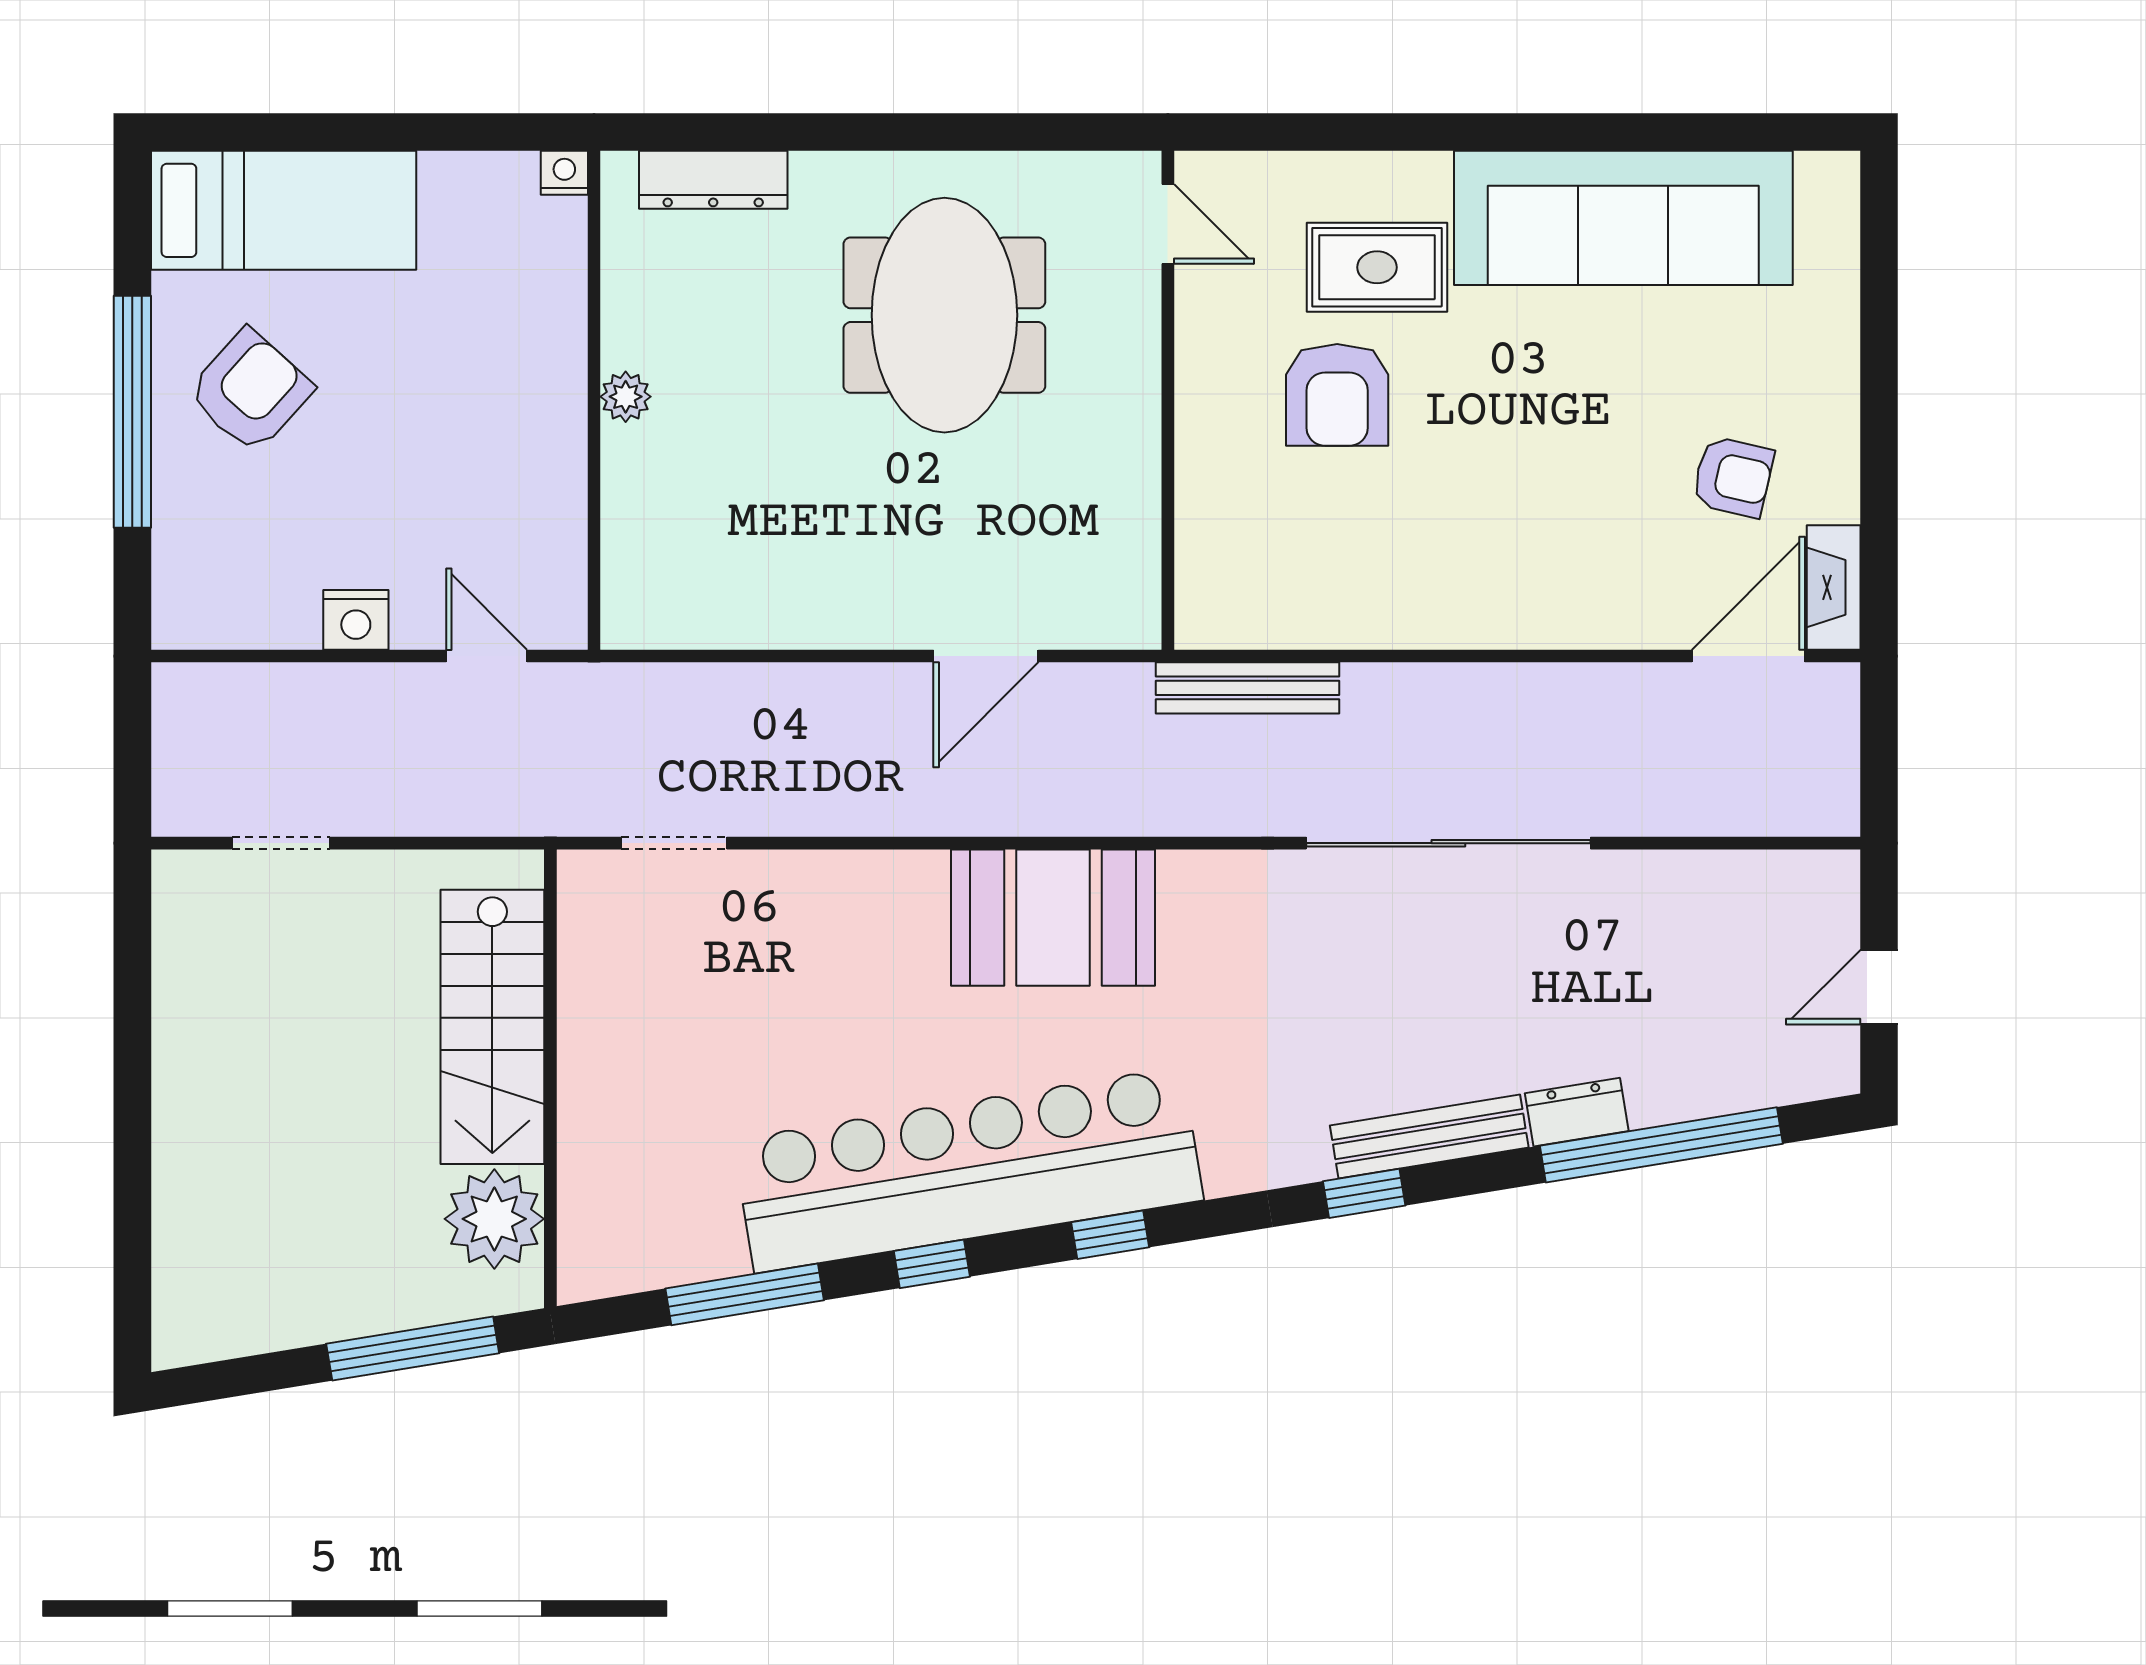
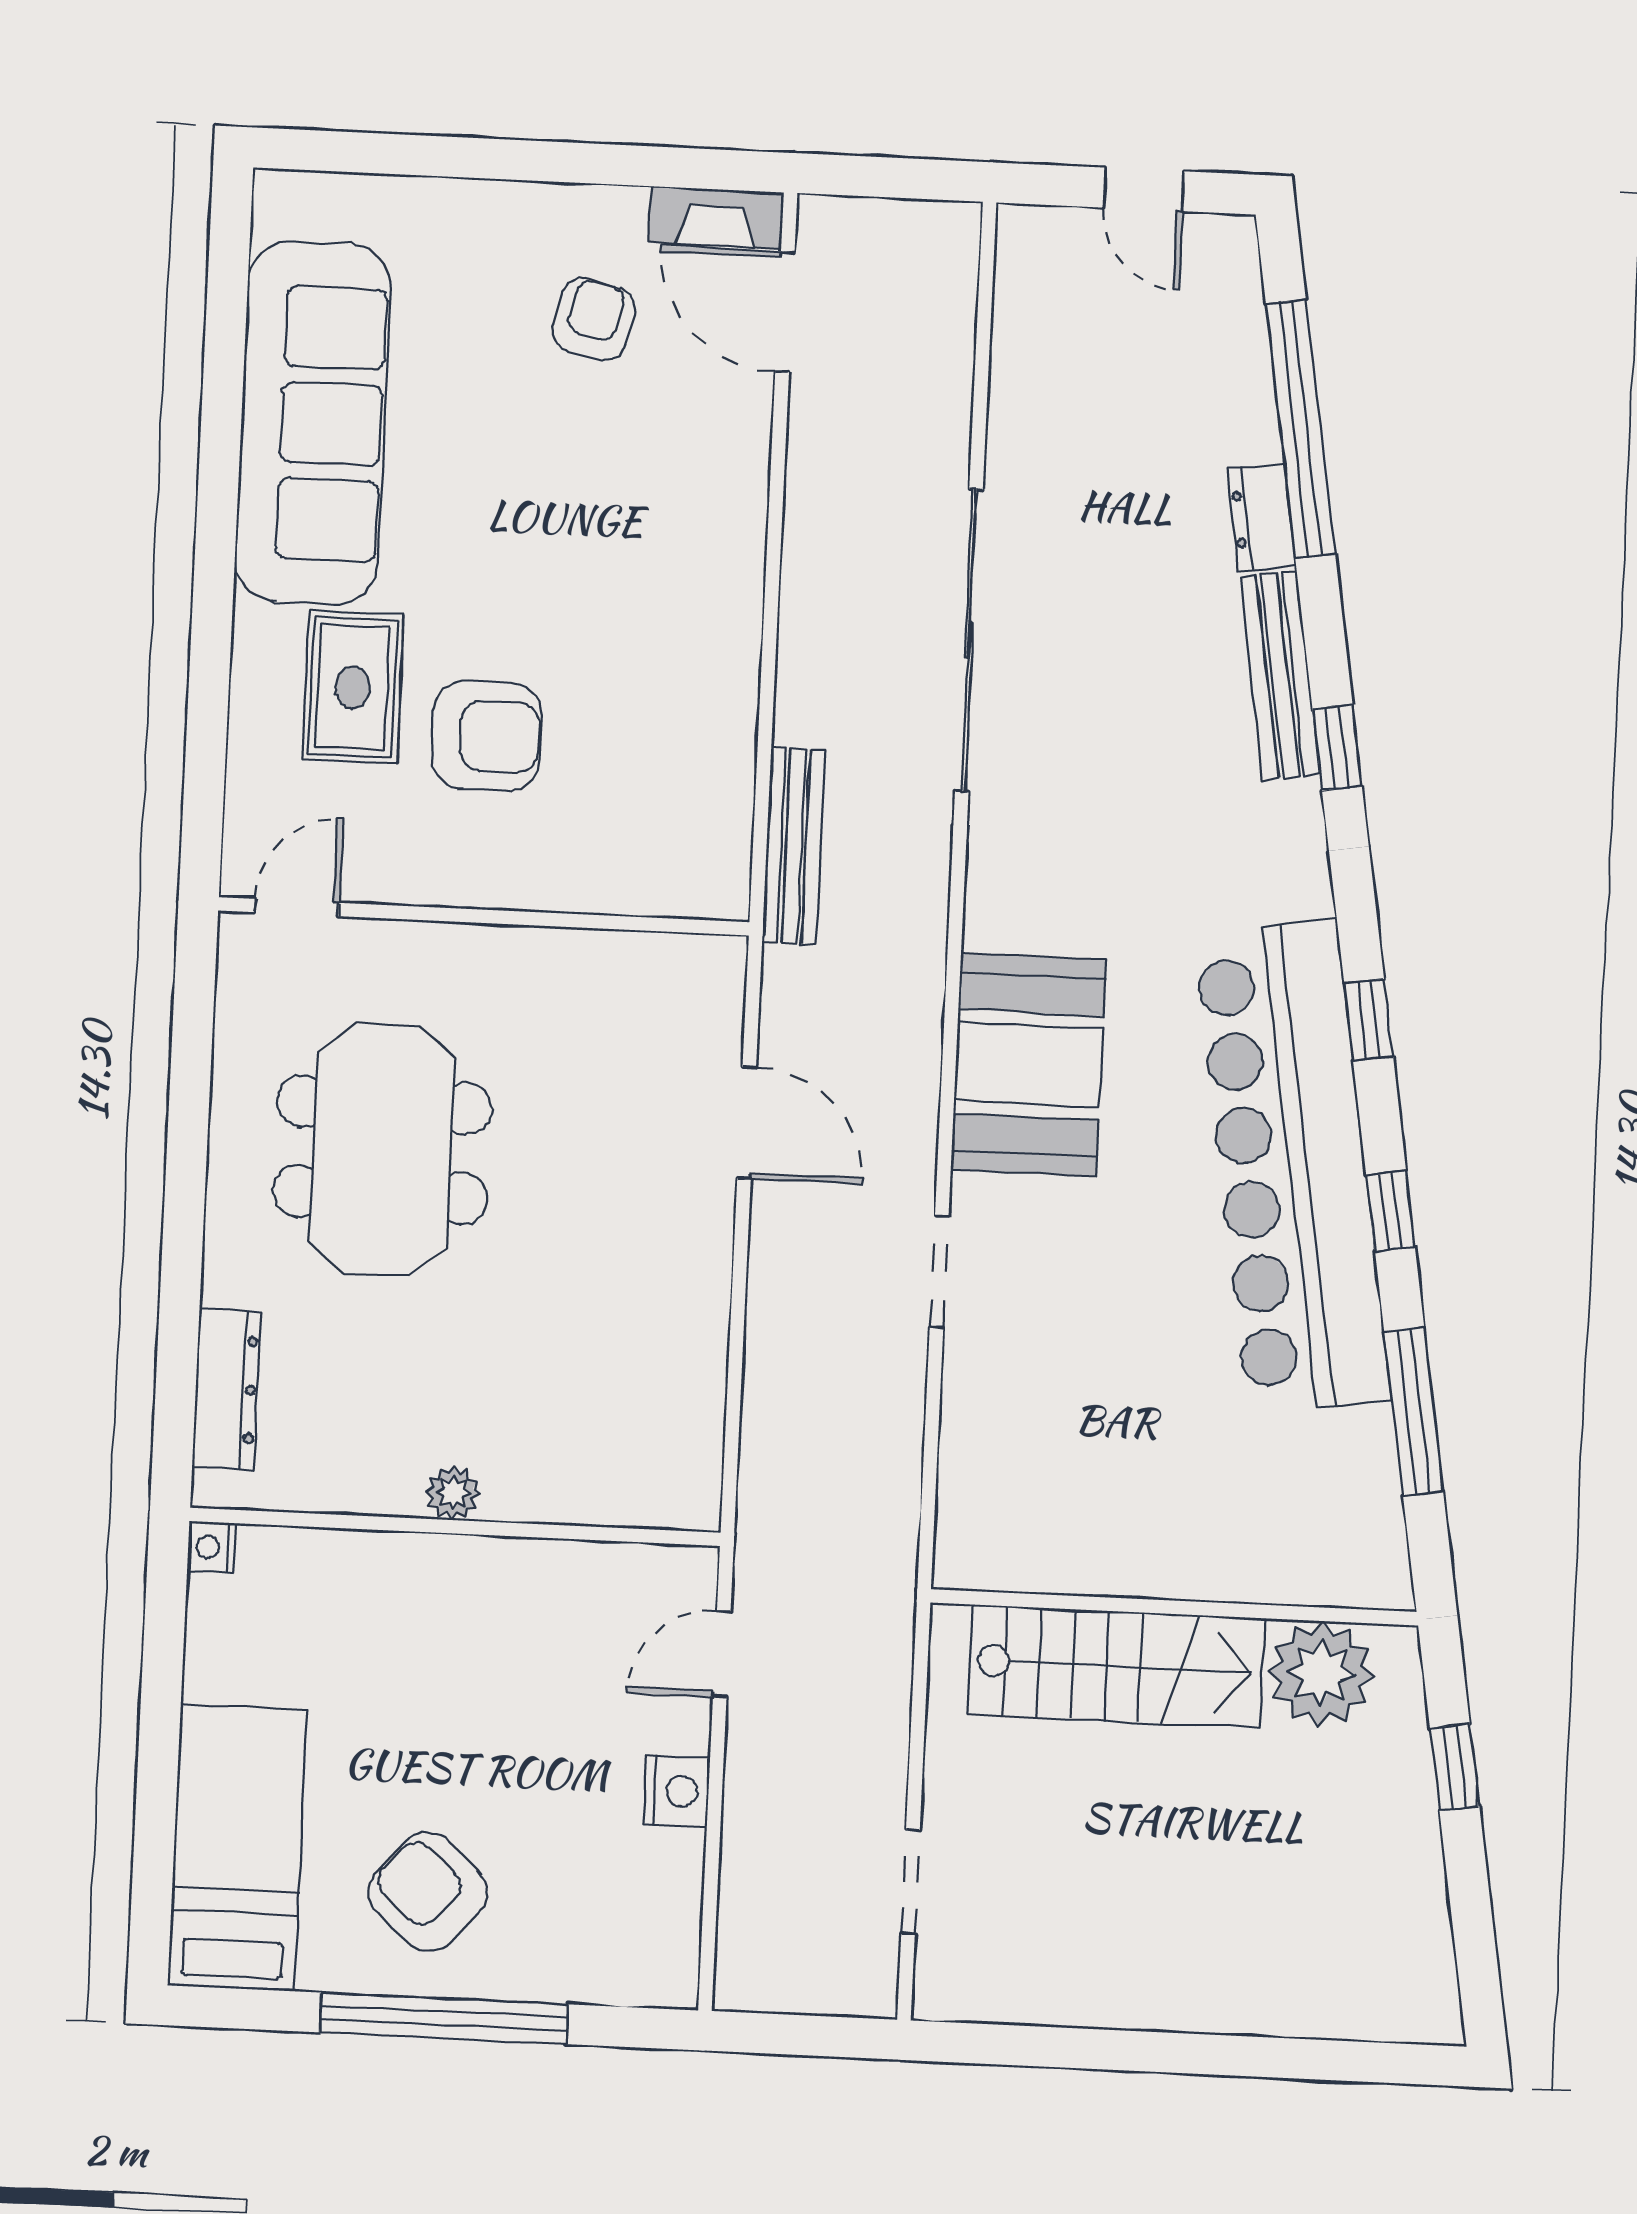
meeting table: (944, 315) -> (382, 1150), turned 90
doorway: (674, 843) -> (939, 1272), moved
window: (413, 1349) -> (1455, 1767), width x0.46

